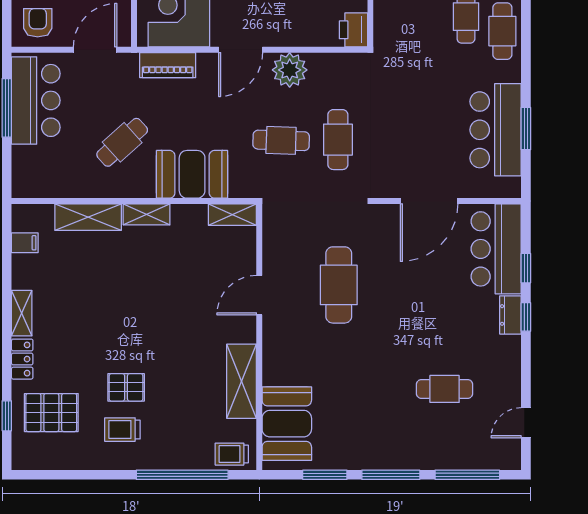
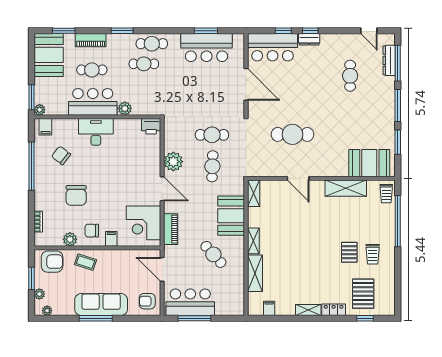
dresser: (472, 459) -> (389, 60), added

